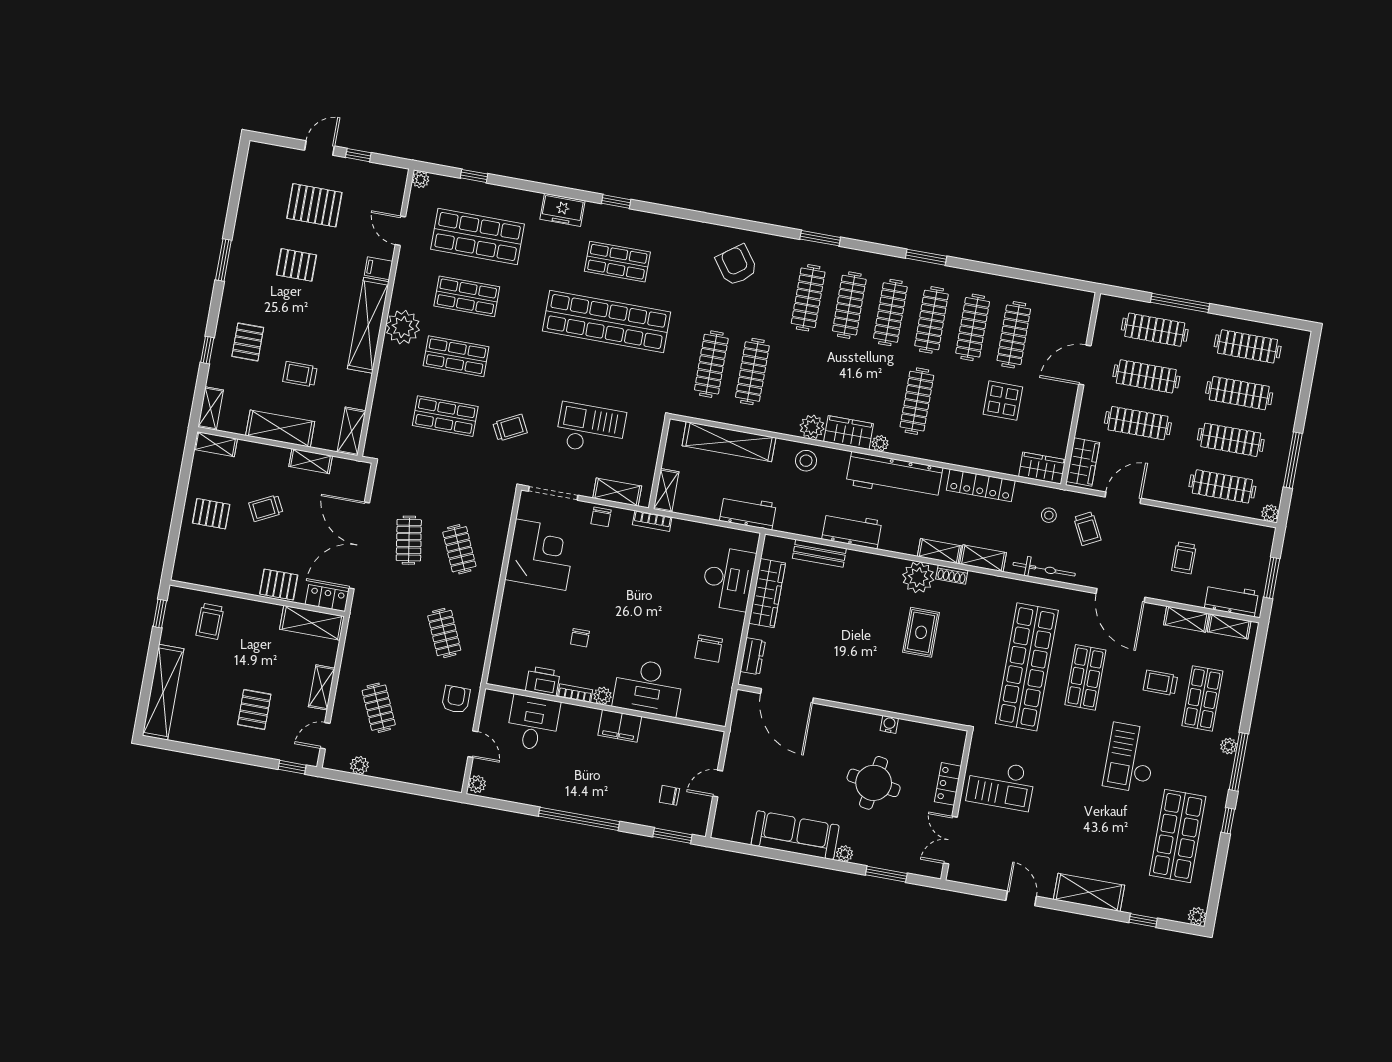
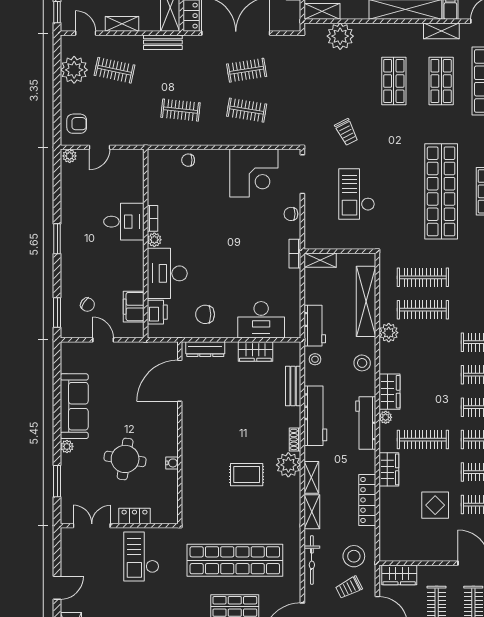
plant: (403, 327) -> (340, 36), moved
shop shelf: (445, 416) -> (347, 81), removed
plant: (812, 427) -> (389, 333), moved
checkout: (591, 429) -> (357, 194), turned 180
wardrobe: (1042, 468) -> (389, 469), moved
workbench: (894, 476) -> (366, 423), width x0.73, depth x0.76
shelving: (617, 492) -> (441, 31), moved, turned 90
stool: (1049, 515) -> (354, 556), width x1.89, depth x1.89
stool: (791, 519) -> (315, 359), added
workbench: (852, 530) -> (315, 416), width x1.38
clothes rail: (459, 549) -> (247, 110), turned 33
shoe rack: (952, 575) -> (295, 439), moved
wardrobe: (767, 593) -> (255, 351), width x0.67
clothes rail: (444, 633) -> (181, 110), turned 30
chair: (580, 638) -> (188, 160), moved
bench: (354, 640) -> (163, 42), added
dresser: (753, 656) -> (205, 349), width x1.44
printer: (543, 681) -> (157, 312), moved
armchair: (456, 699) -> (77, 124), moved
clothes rail: (379, 708) -> (114, 70), turned 36
desk: (533, 723) -> (124, 222), moved
filing cabinet: (620, 726) -> (134, 307), moved
plant: (359, 765) -> (74, 70), width x1.87, depth x1.87
chair: (669, 795) -> (87, 305), turned 123
window: (579, 819) -> (57, 239), width x0.47

